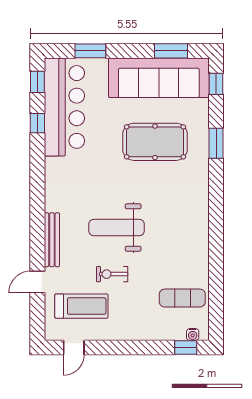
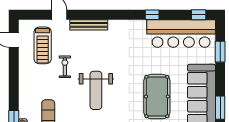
window: (37, 123) -> (152, 15), moved
weight bench: (117, 228) -> (96, 90), moved, turned 180

